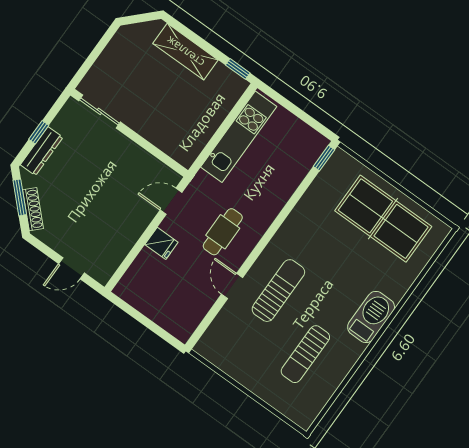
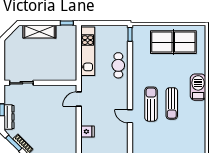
cafe table: (223, 232) -> (118, 65), moved
fridge: (161, 243) -> (87, 132), moved
sun lounger: (305, 354) -> (172, 103), moved

